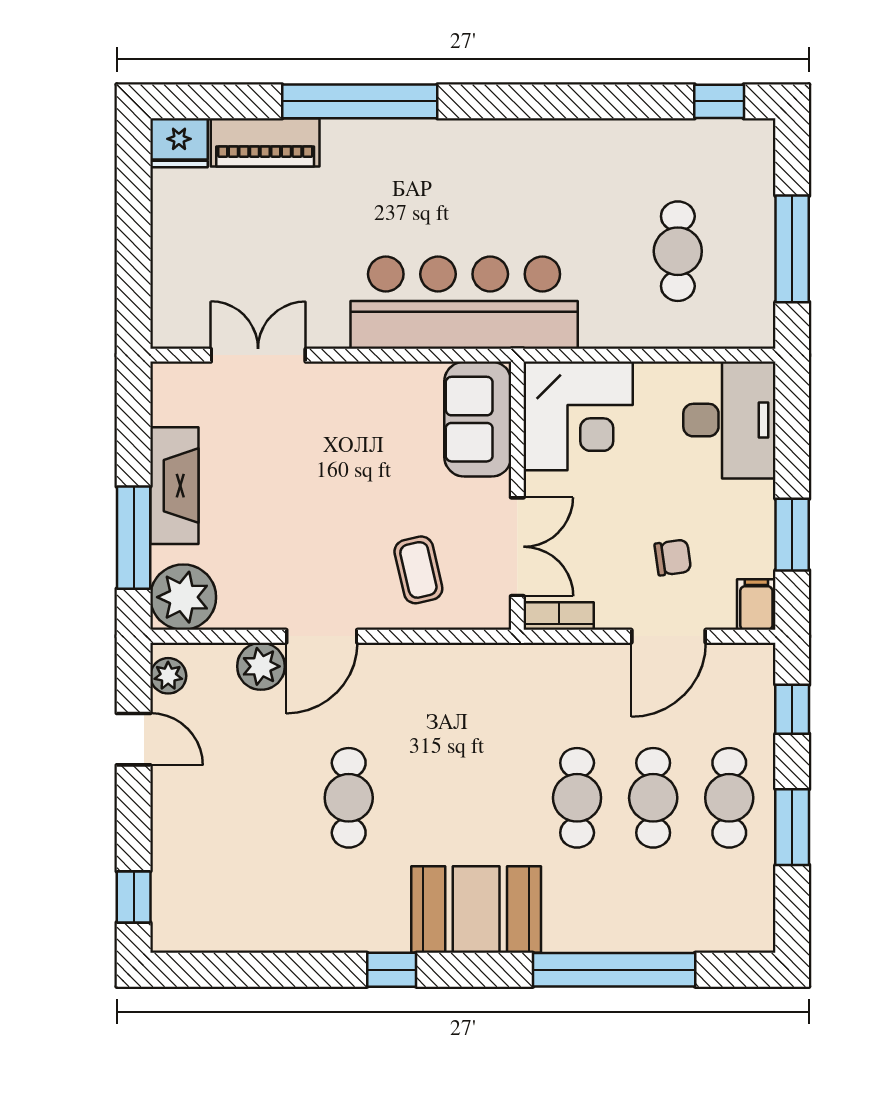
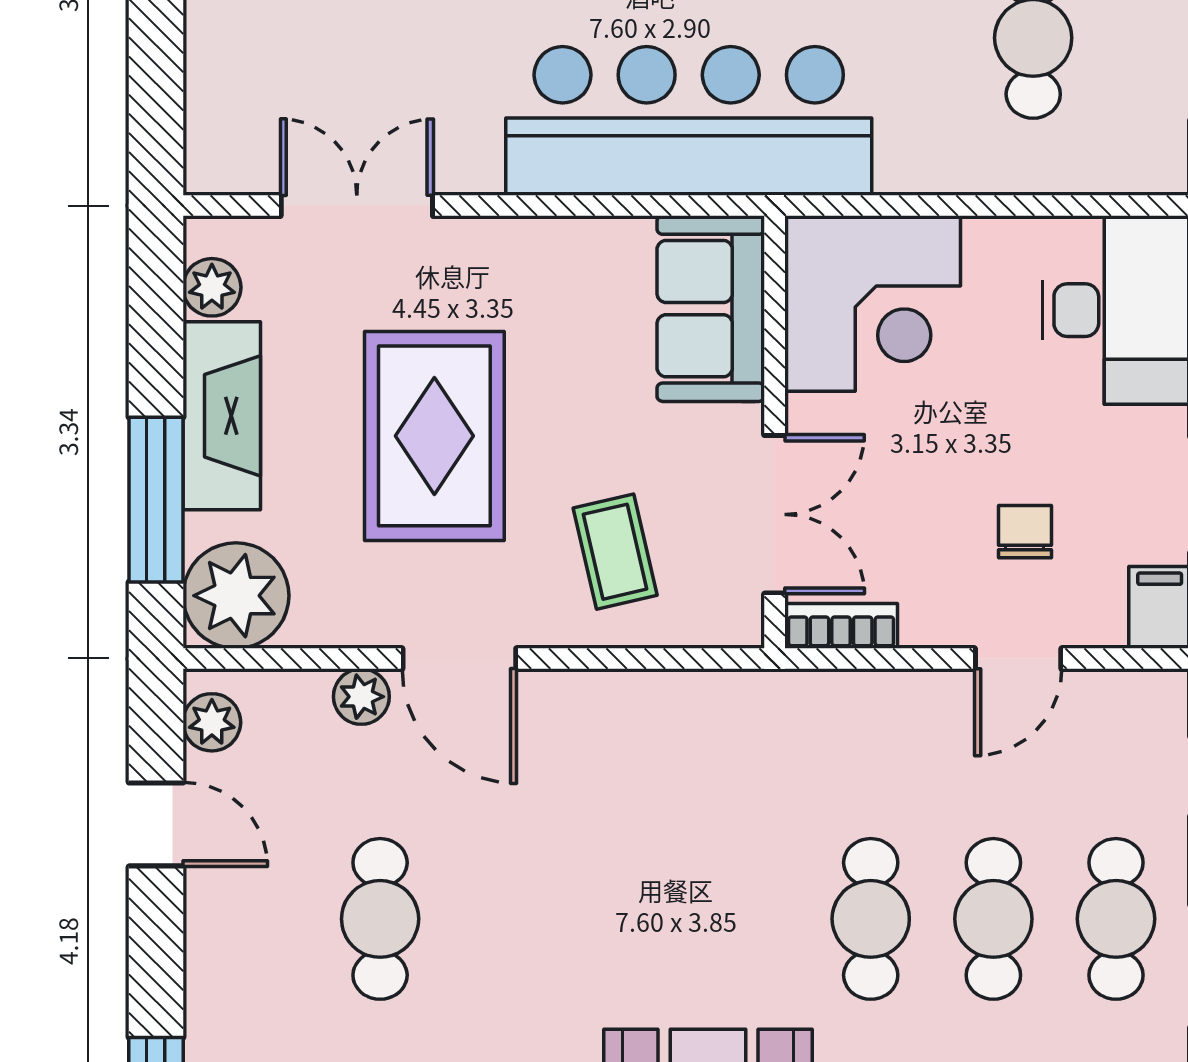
plant: (168, 406) -> (212, 287), added
rug: (306, 498) -> (434, 436), added
chair: (673, 557) -> (1025, 532), turned -82
door: (322, 636) -> (459, 659), hinge flipped
door: (669, 636) -> (1018, 659), width x0.73
plant: (261, 666) -> (361, 697), width x0.73, depth x0.73
cafe table: (349, 798) -> (380, 919), moved

